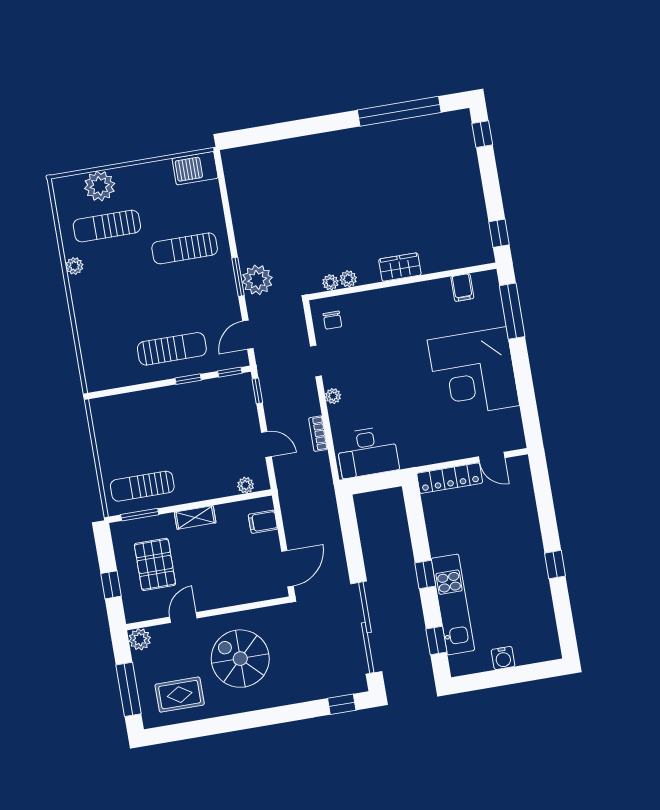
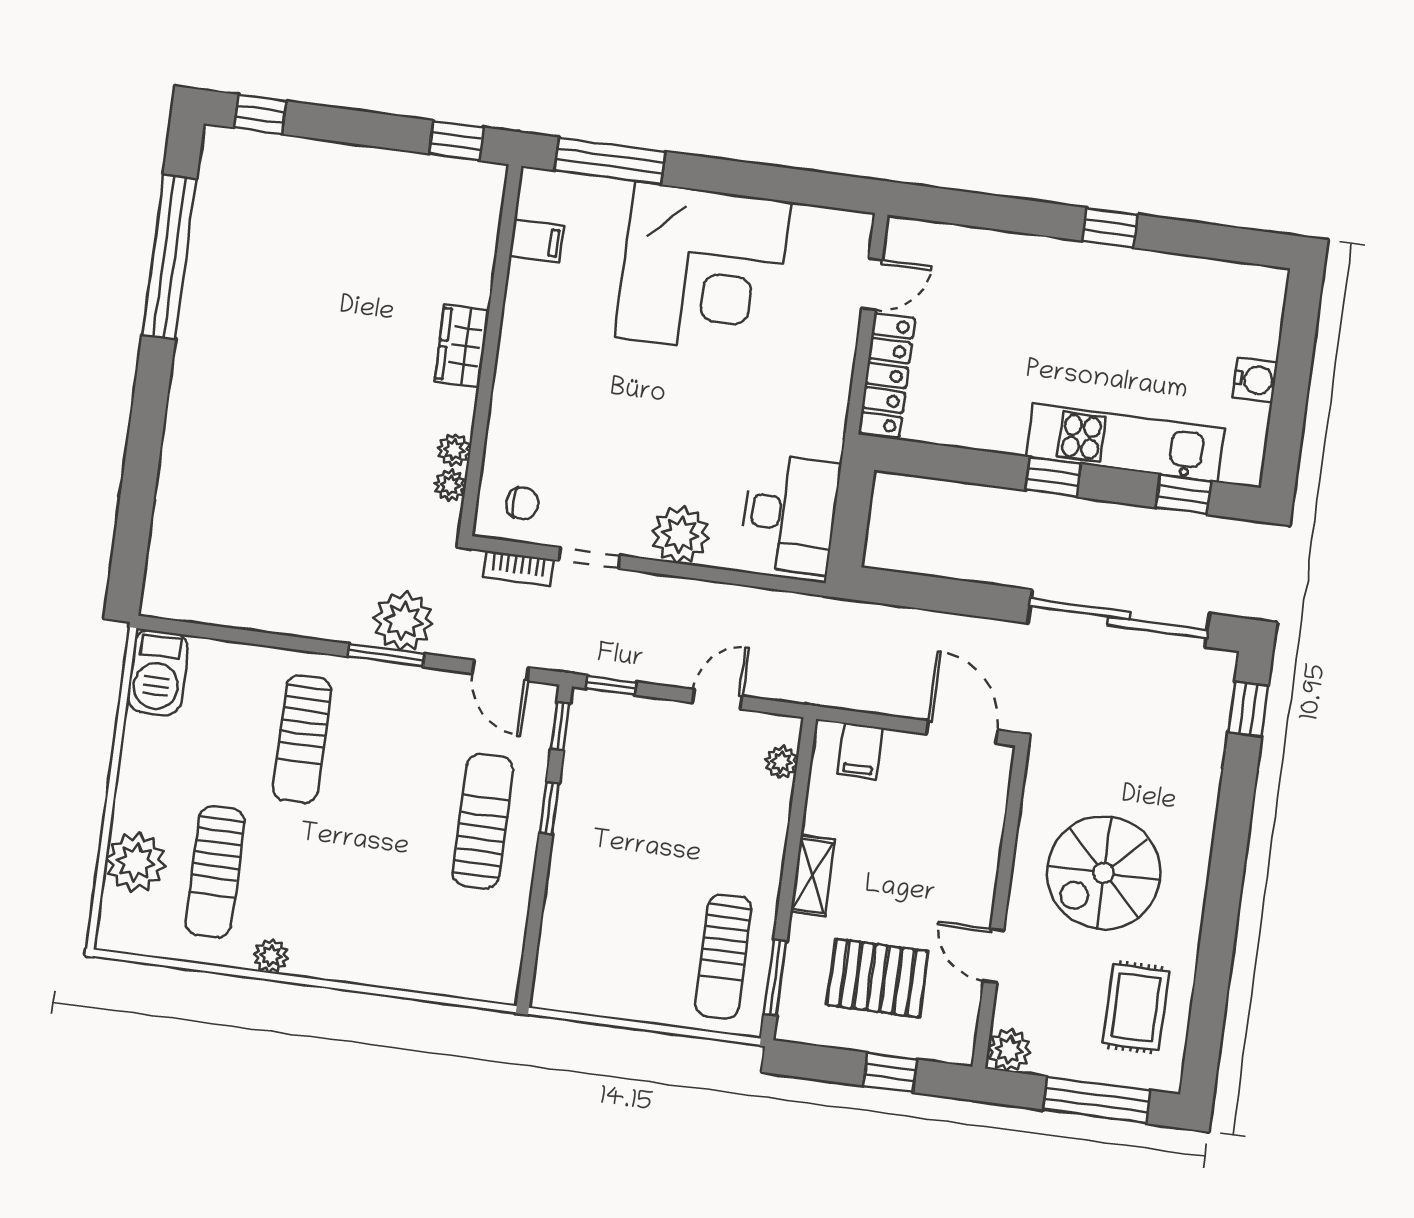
plant: (333, 396) -> (680, 535), width x1.88, depth x1.88
bookcase: (318, 434) -> (518, 568), moved

